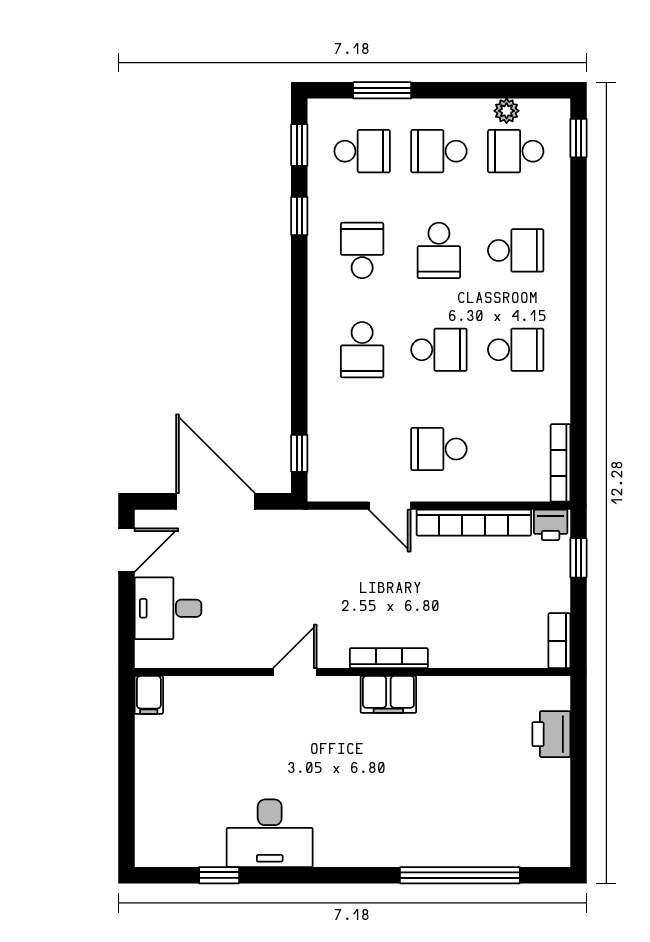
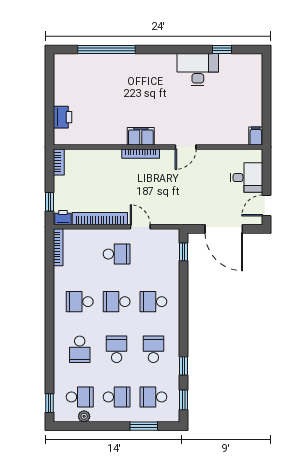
school desk: (362, 250) -> (153, 349), turned 180
school desk: (516, 250) -> (80, 349), turned -90
school desk: (362, 350) -> (153, 302), turned -90

